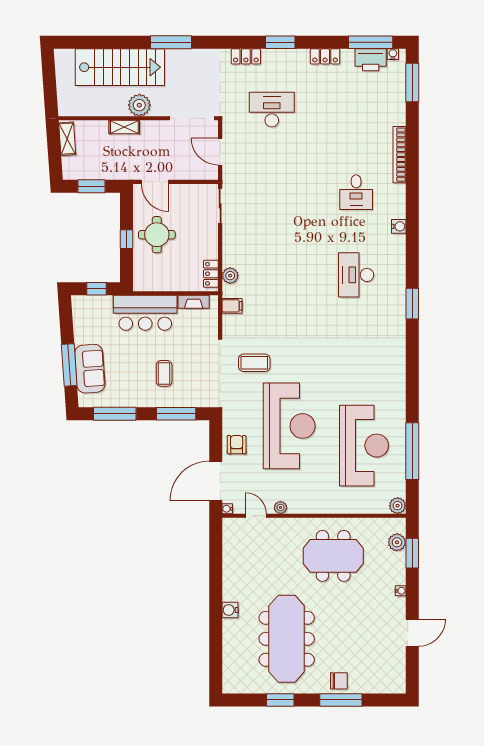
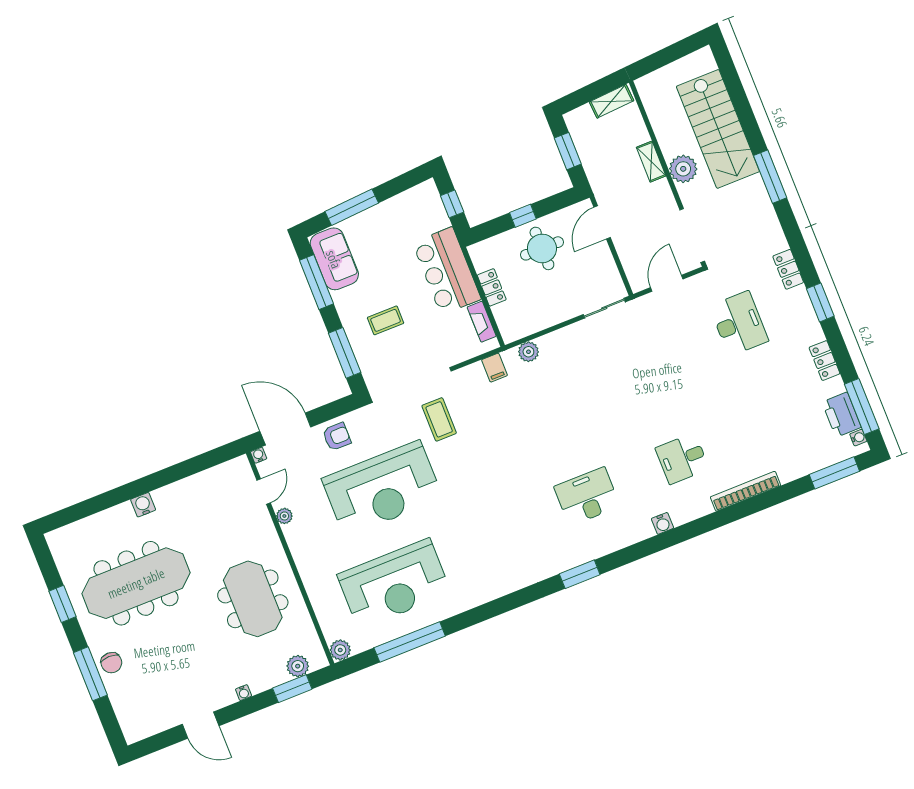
locker: (211, 274) -> (492, 287), moved, turned 90
sofa: (90, 369) -> (334, 259), moved, turned -86

